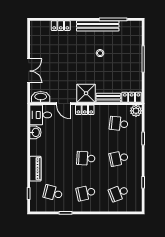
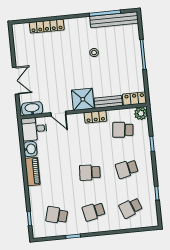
locker: (61, 26) -> (47, 26), width x1.53
bench: (98, 26) -> (114, 20), moved
locker: (85, 110) -> (95, 117), moved
piano: (35, 169) -> (32, 171), moved

